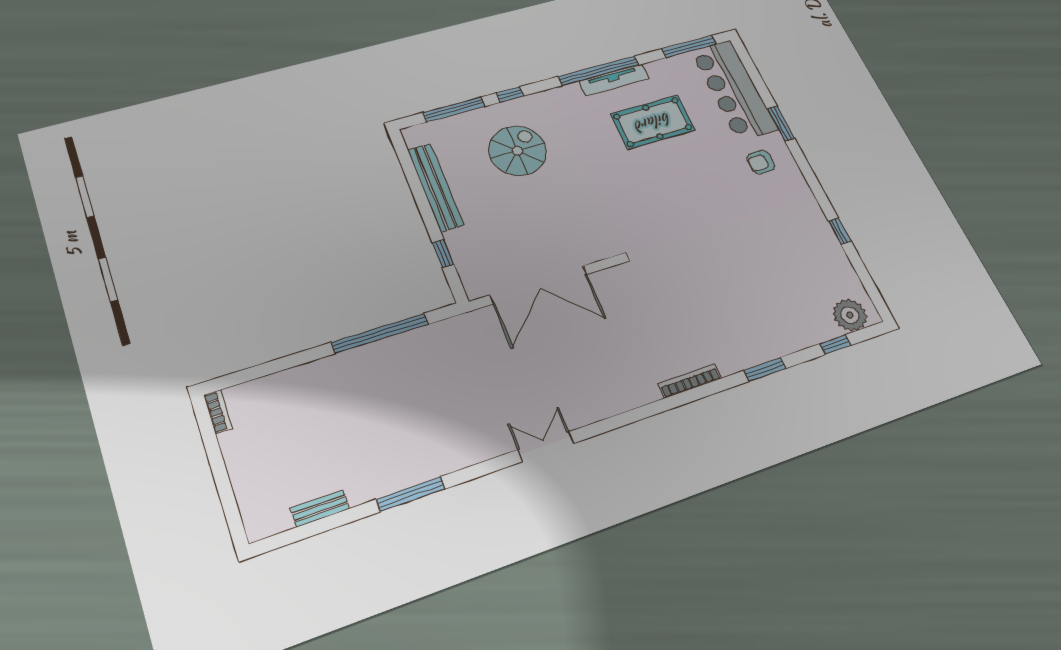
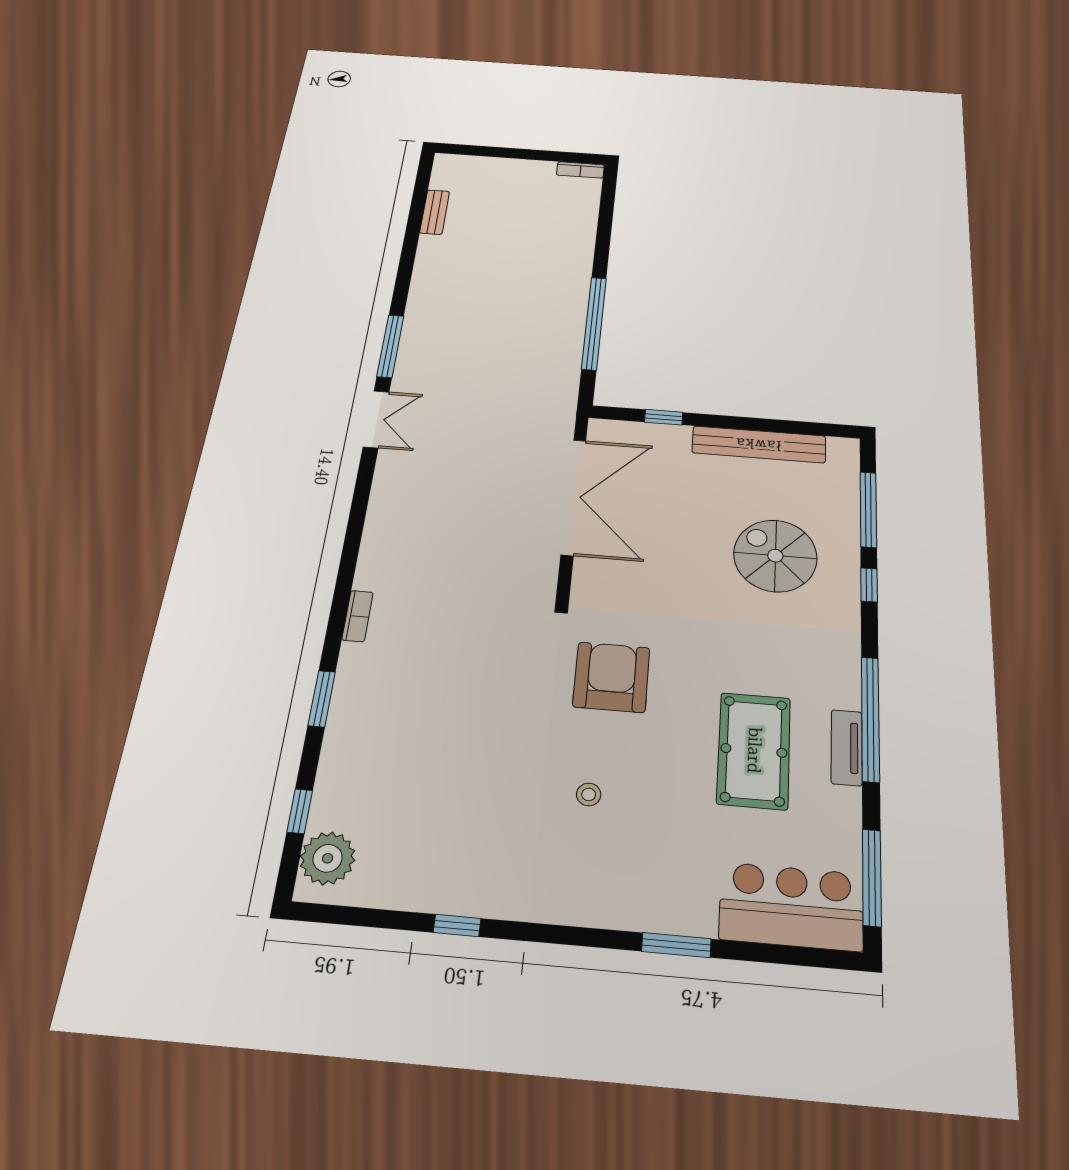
tv unit: (614, 80) -> (847, 748), width x0.71
bar counter: (734, 90) -> (791, 906), width x0.73
spiral stairs: (517, 151) -> (775, 556), turned 180
armchair: (761, 162) -> (611, 677), moved, width x1.88, depth x1.88
stool: (730, 196) -> (589, 794), added
double door: (538, 285) -> (574, 497), swing flipped
bookcase: (690, 381) -> (357, 616), width x0.64
window: (411, 494) -> (390, 346), moved

